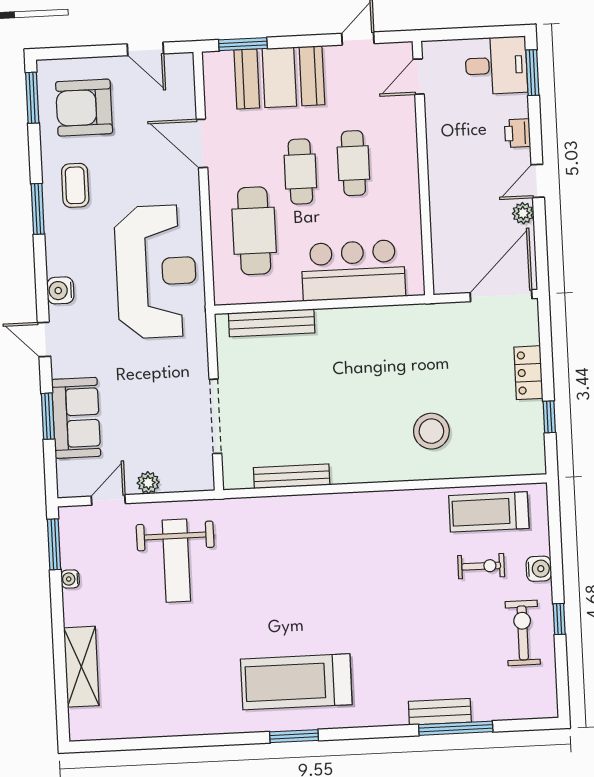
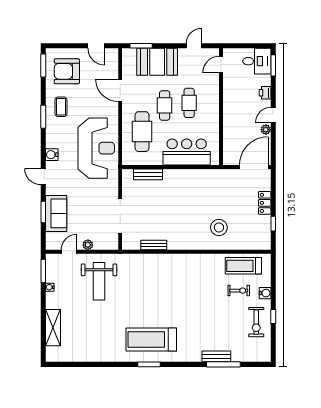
bench: (272, 323) -> (148, 174), width x0.73
bench: (292, 476) -> (154, 245), width x0.73
exercise bike: (523, 633) -> (256, 322), turned 180

